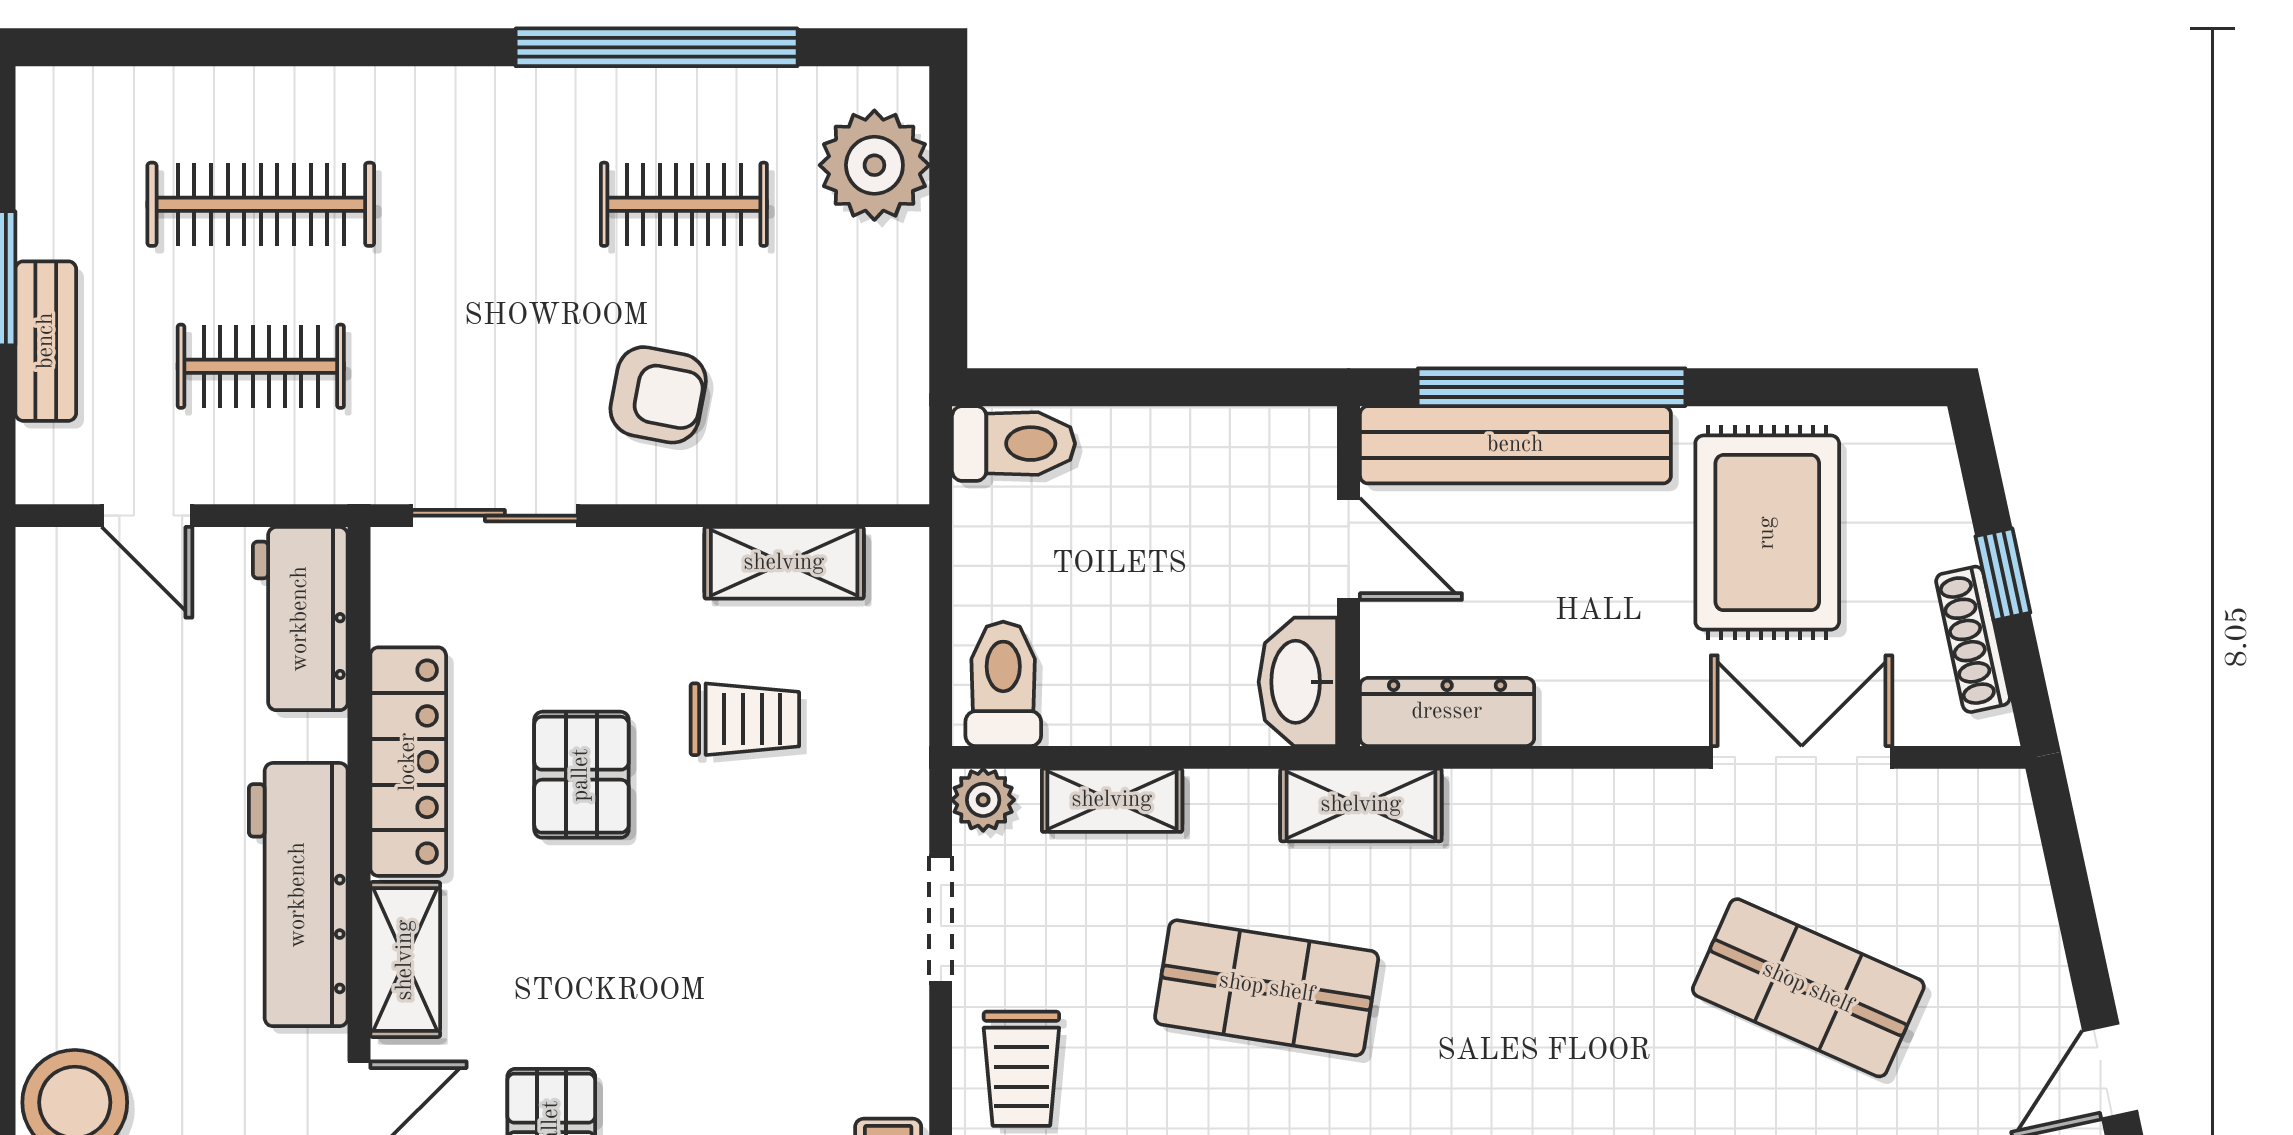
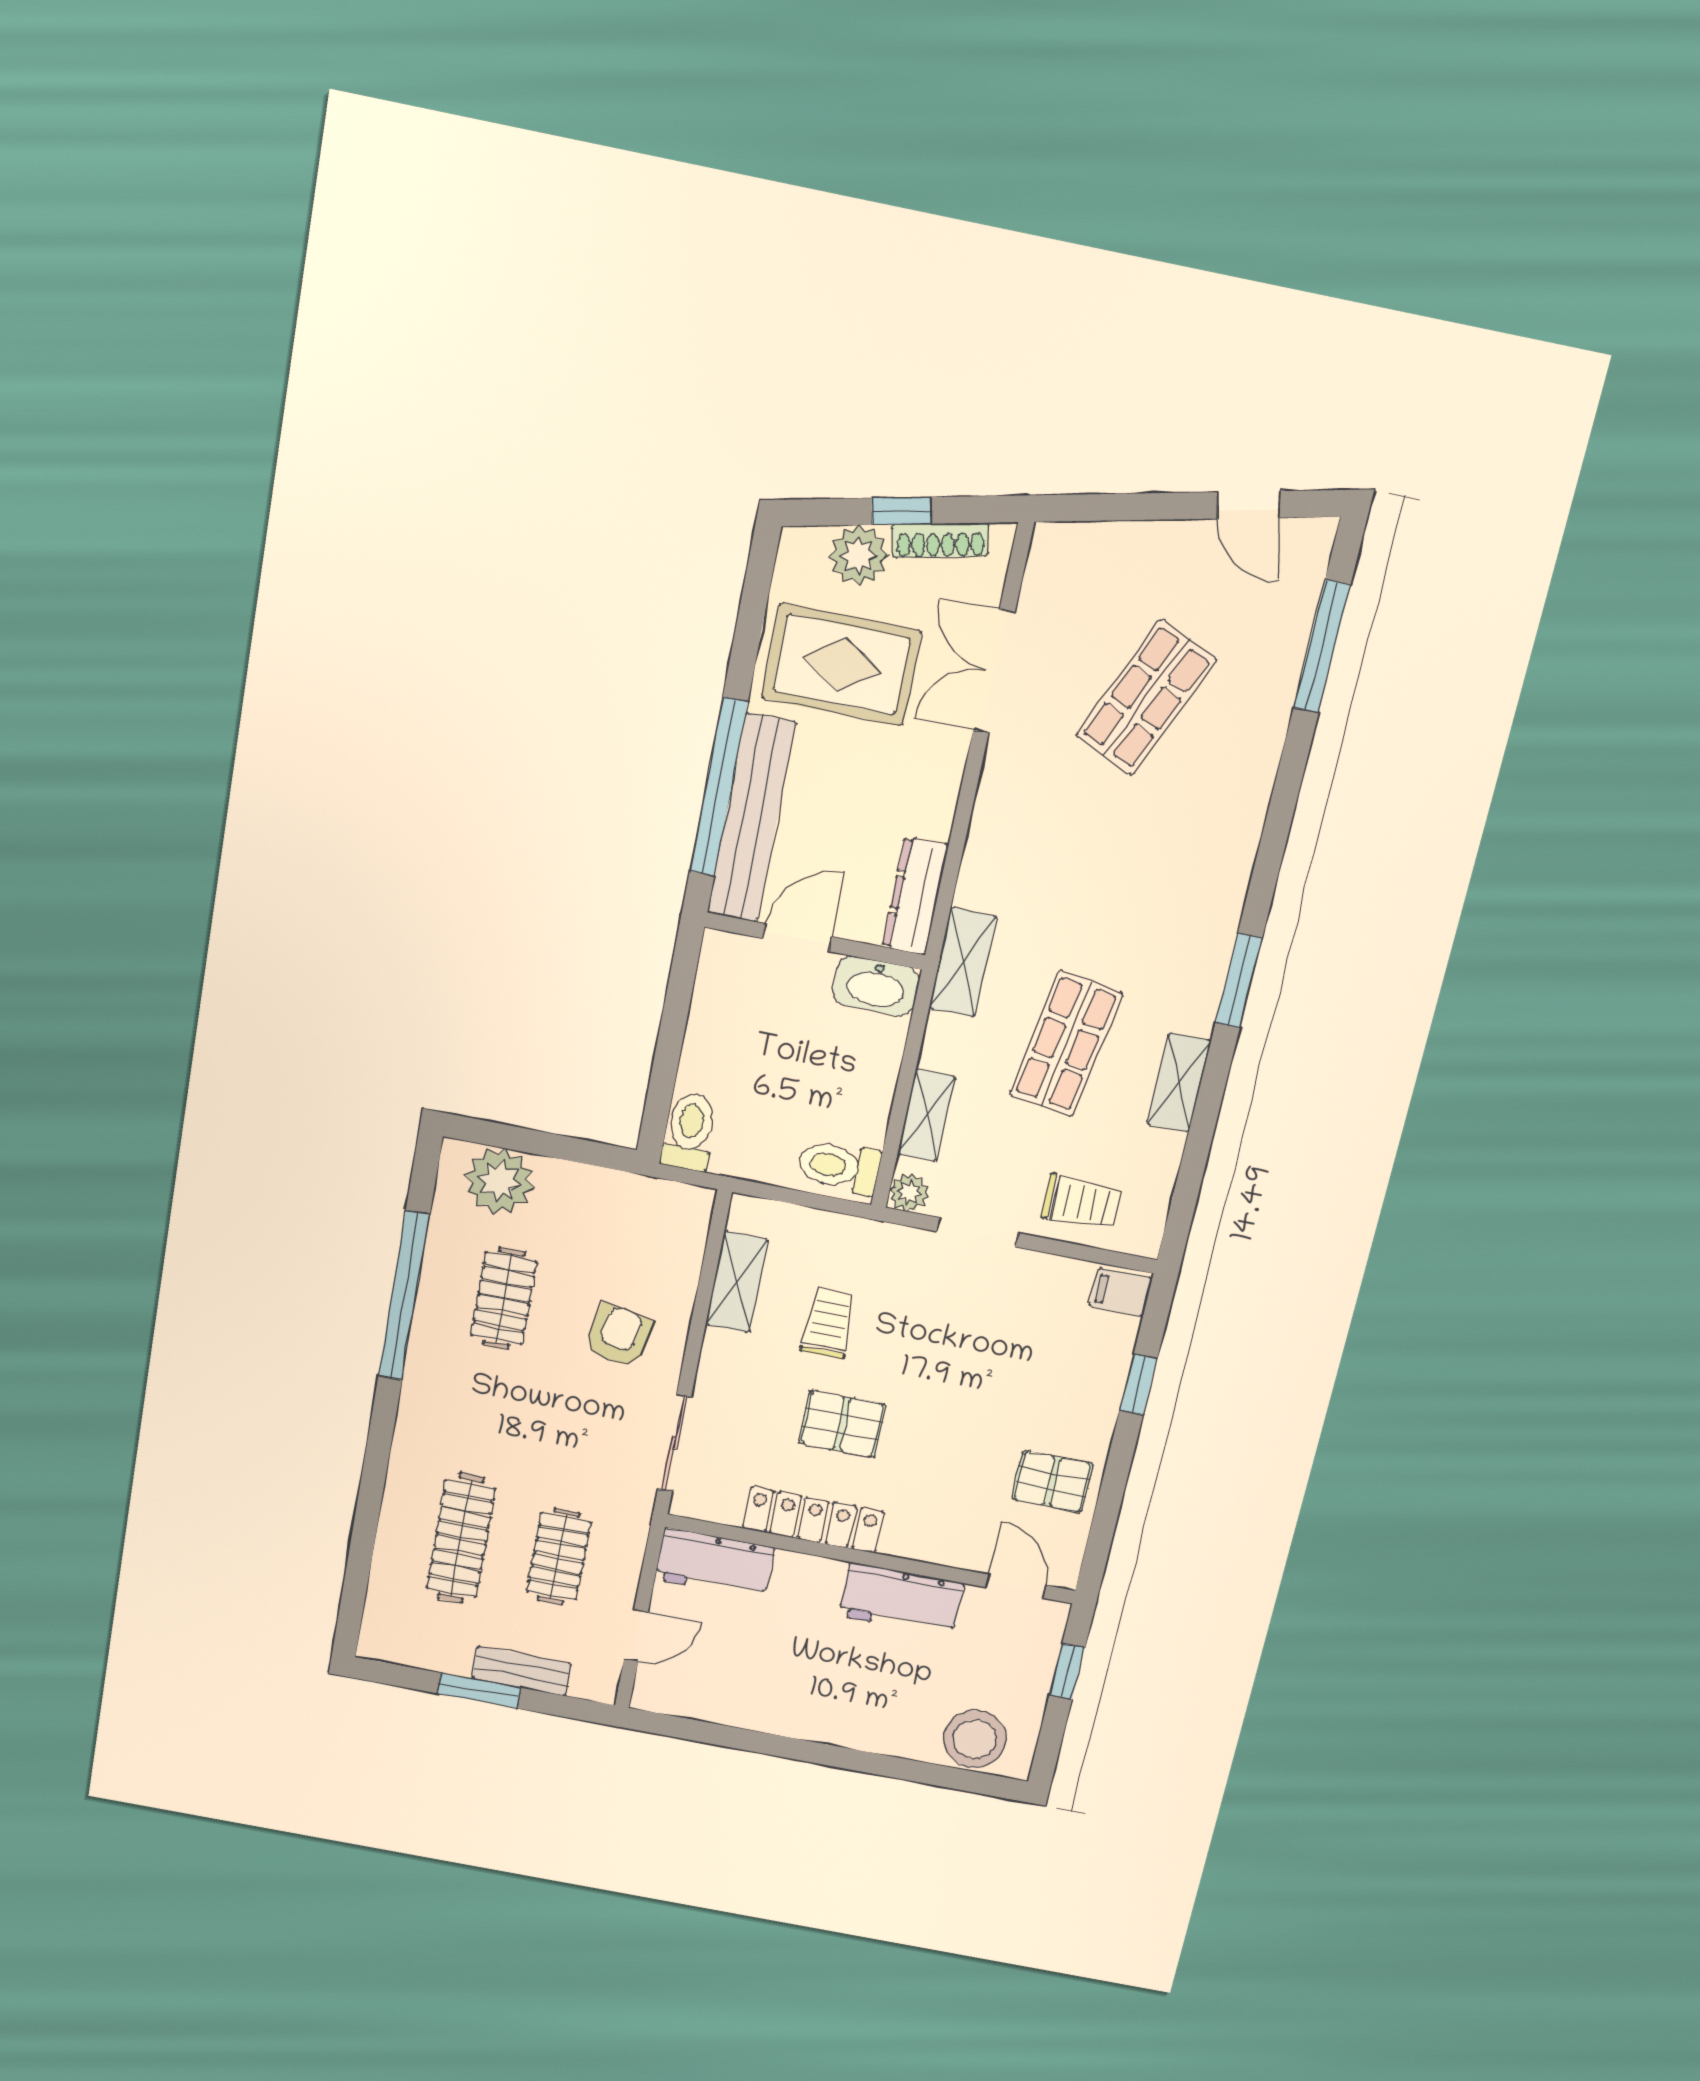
plant: (1928, 526) -> (859, 555), added
workbench: (298, 895) -> (901, 1599), width x0.73
shelving: (405, 960) -> (932, 1544), removed

